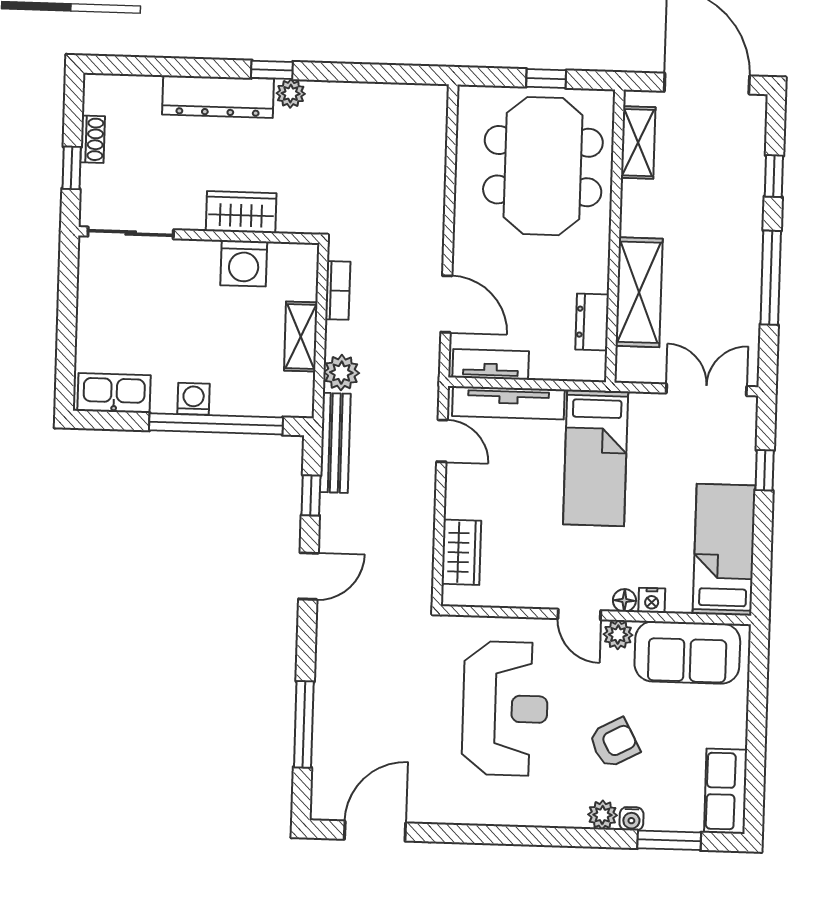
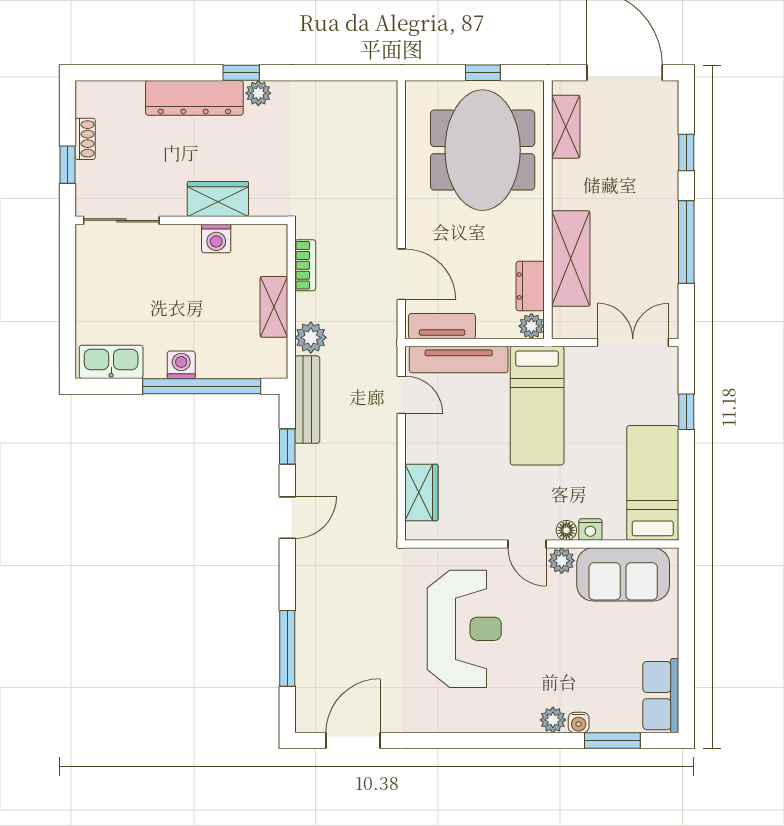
washing machine: (244, 263) -> (216, 239), width x0.73, depth x0.73
plant: (592, 367) -> (531, 326), added
armchair: (614, 743) -> (561, 656), removed

